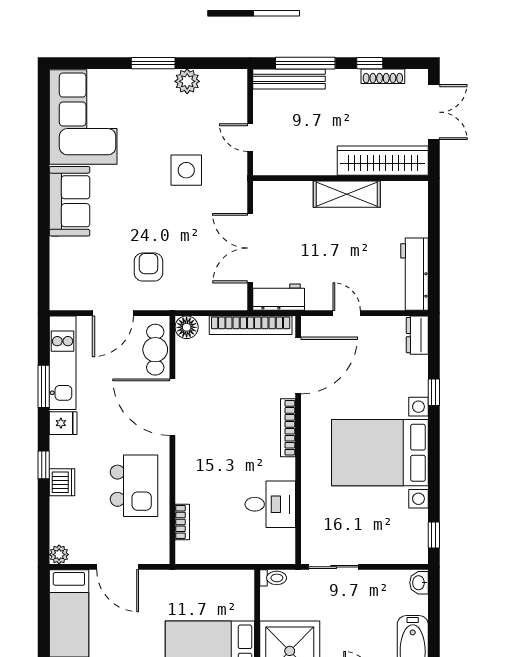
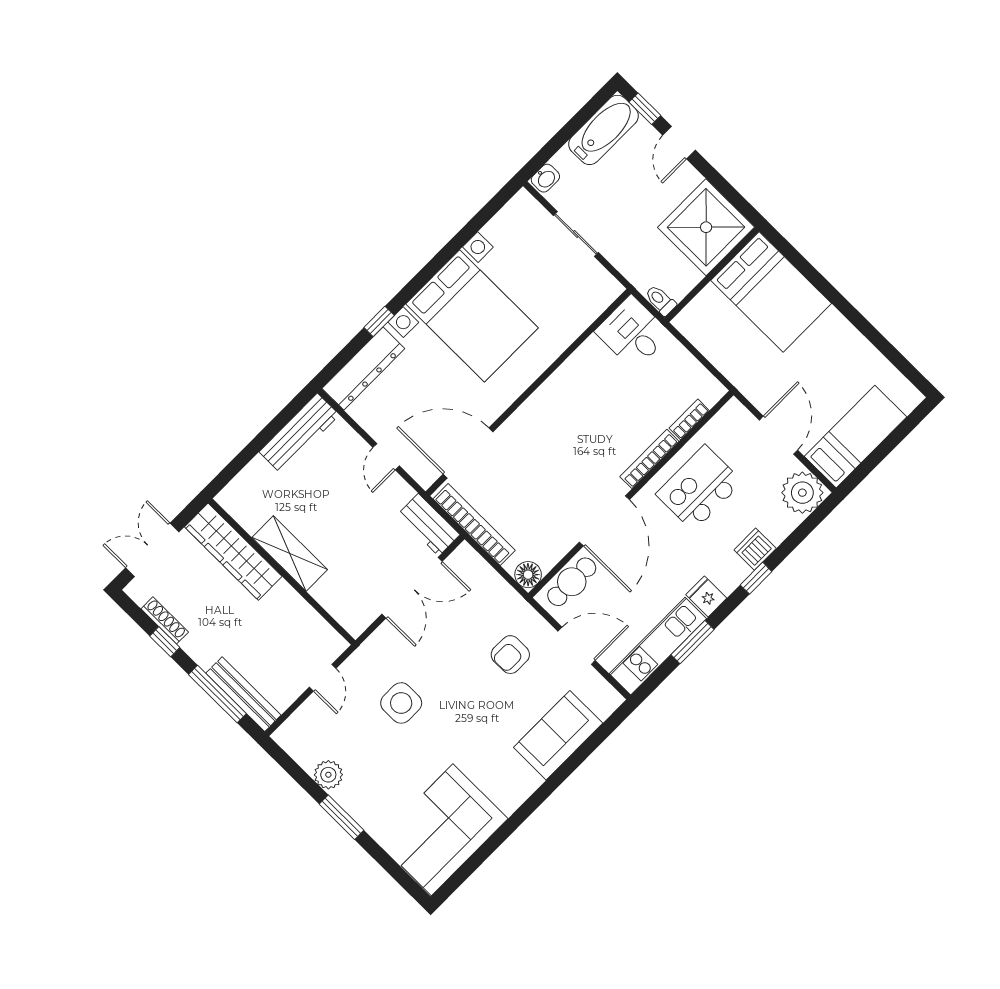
sofa: (70, 201) -> (558, 735), moved
dresser: (417, 335) -> (363, 369), width x1.96, depth x1.24
bookcase: (288, 428) -> (649, 459), moved, turned 180
desk: (270, 504) -> (633, 333), moved
window: (434, 535) -> (495, 205), removed
plant: (59, 555) -> (802, 493), width x1.87, depth x1.87
sliding door: (334, 567) -> (576, 234), moved

